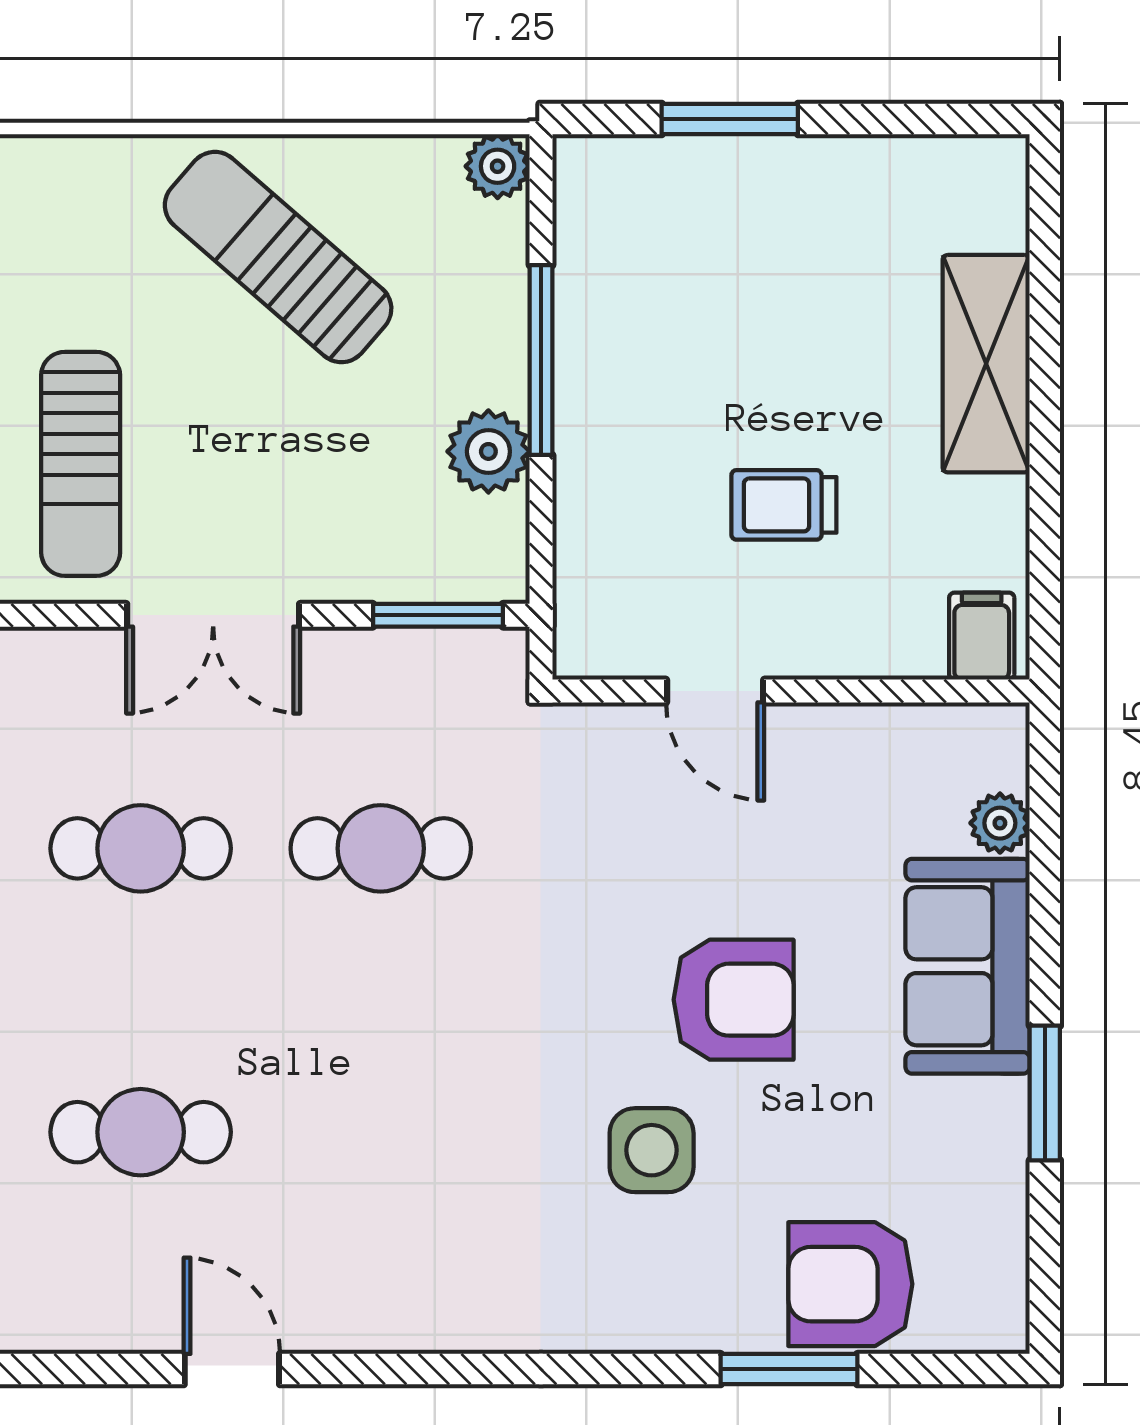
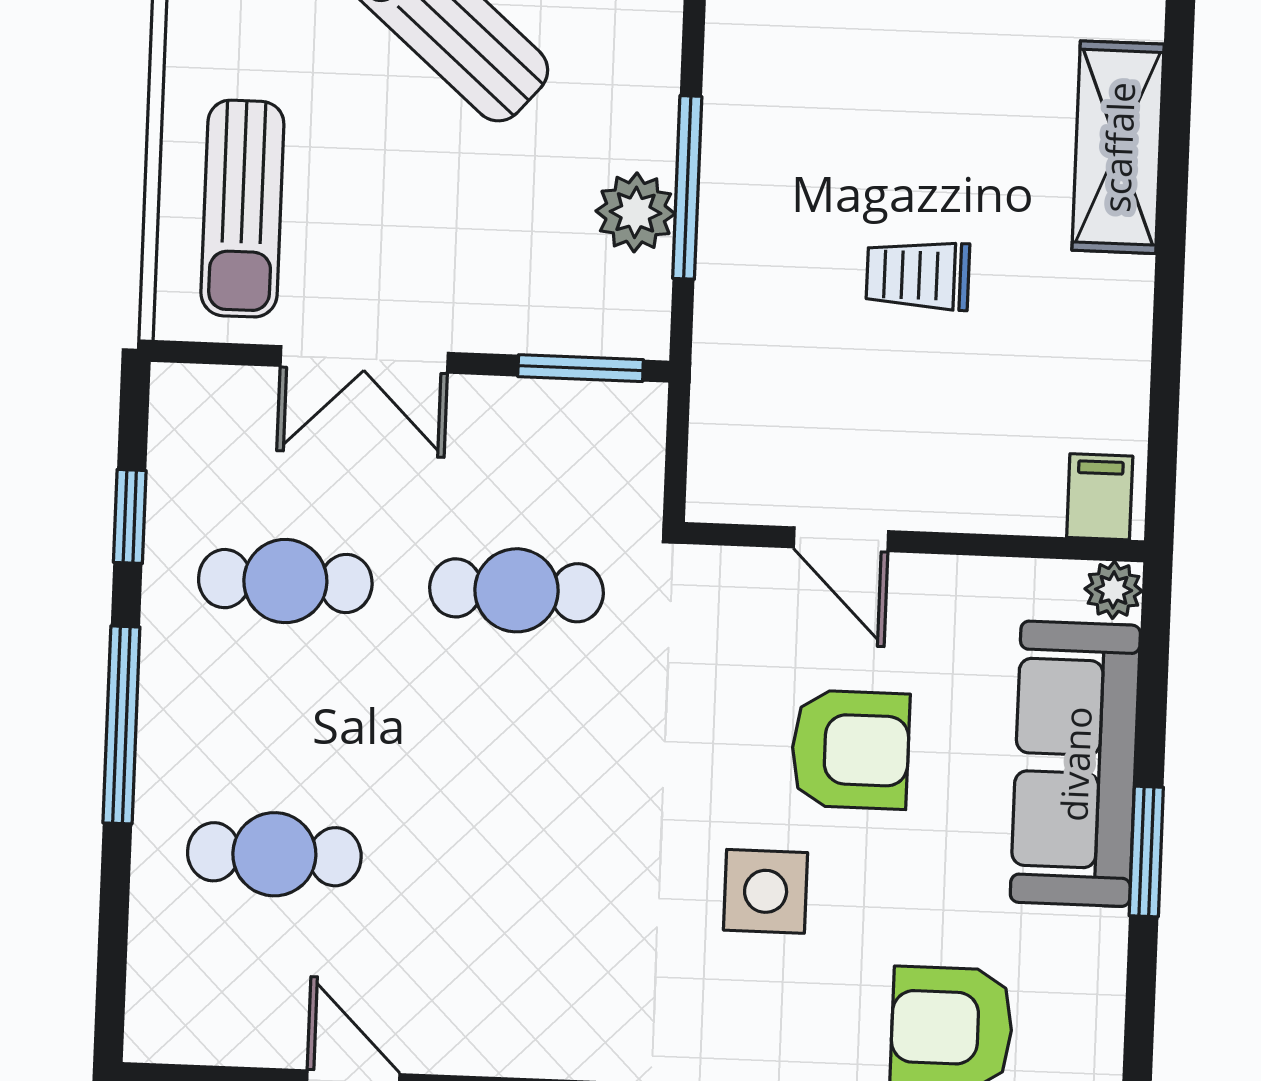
window: (541, 360) -> (687, 187), moved
filing cabinet: (982, 636) -> (1100, 497), moved
door: (715, 691) -> (841, 539), moved
wall: (791, 691) -> (914, 542), moved
sofa: (968, 966) -> (1075, 764), width x1.36

